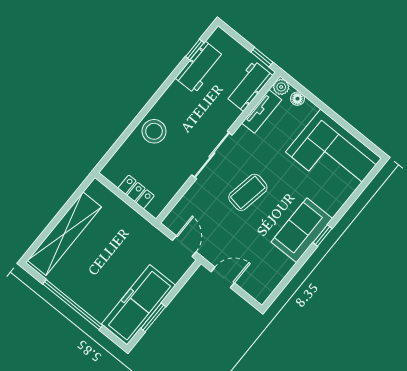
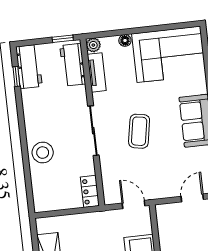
workbench: (200, 67) -> (29, 66), moved
floor lamp: (297, 99) -> (125, 40), moved
locker: (136, 192) -> (90, 191), moved, turned -90
door: (223, 277) -> (192, 198), moved

